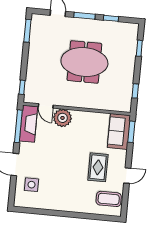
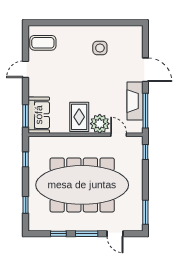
meeting table: (84, 62) -> (82, 185), width x1.86, depth x1.27
fireplace: (29, 124) -> (135, 101), moved
rug: (98, 167) -> (79, 117), moved
side table: (32, 185) -> (100, 48), moved

